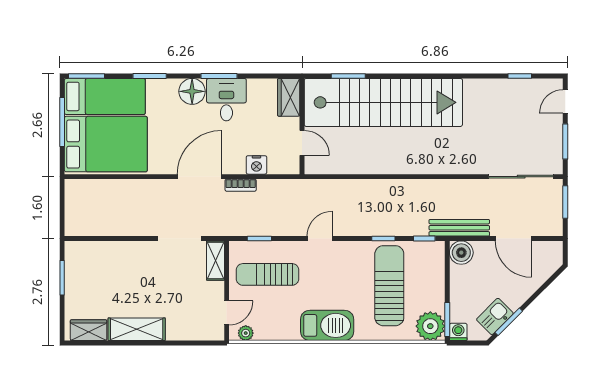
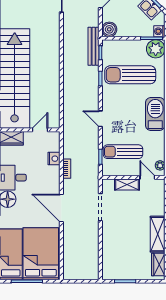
door: (199, 177) -> (61, 208), moved
bench: (459, 228) -> (94, 46), moved
shelving: (215, 261) -> (127, 184), moved
sun lounger: (267, 274) -> (123, 152), turned 90

